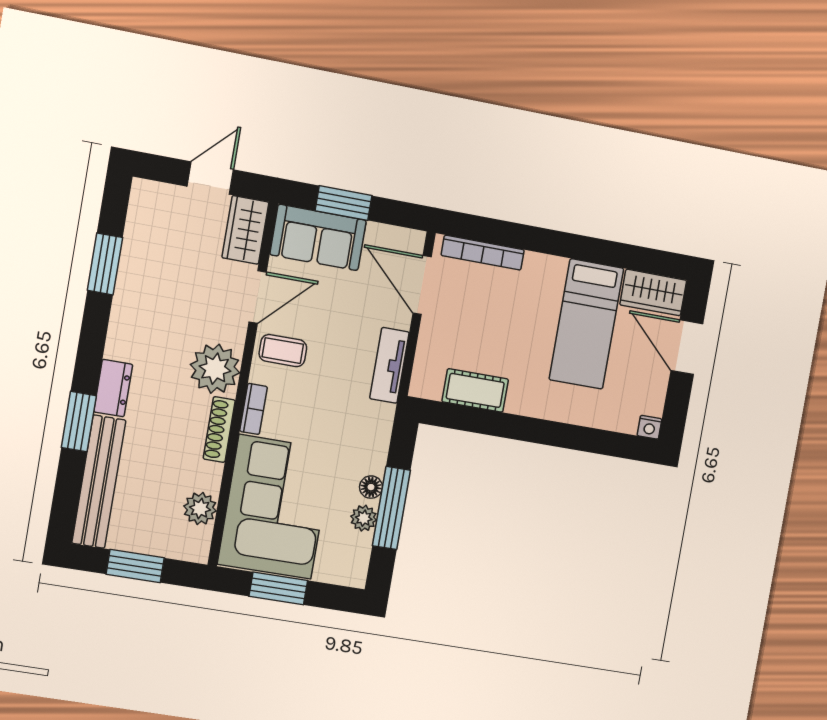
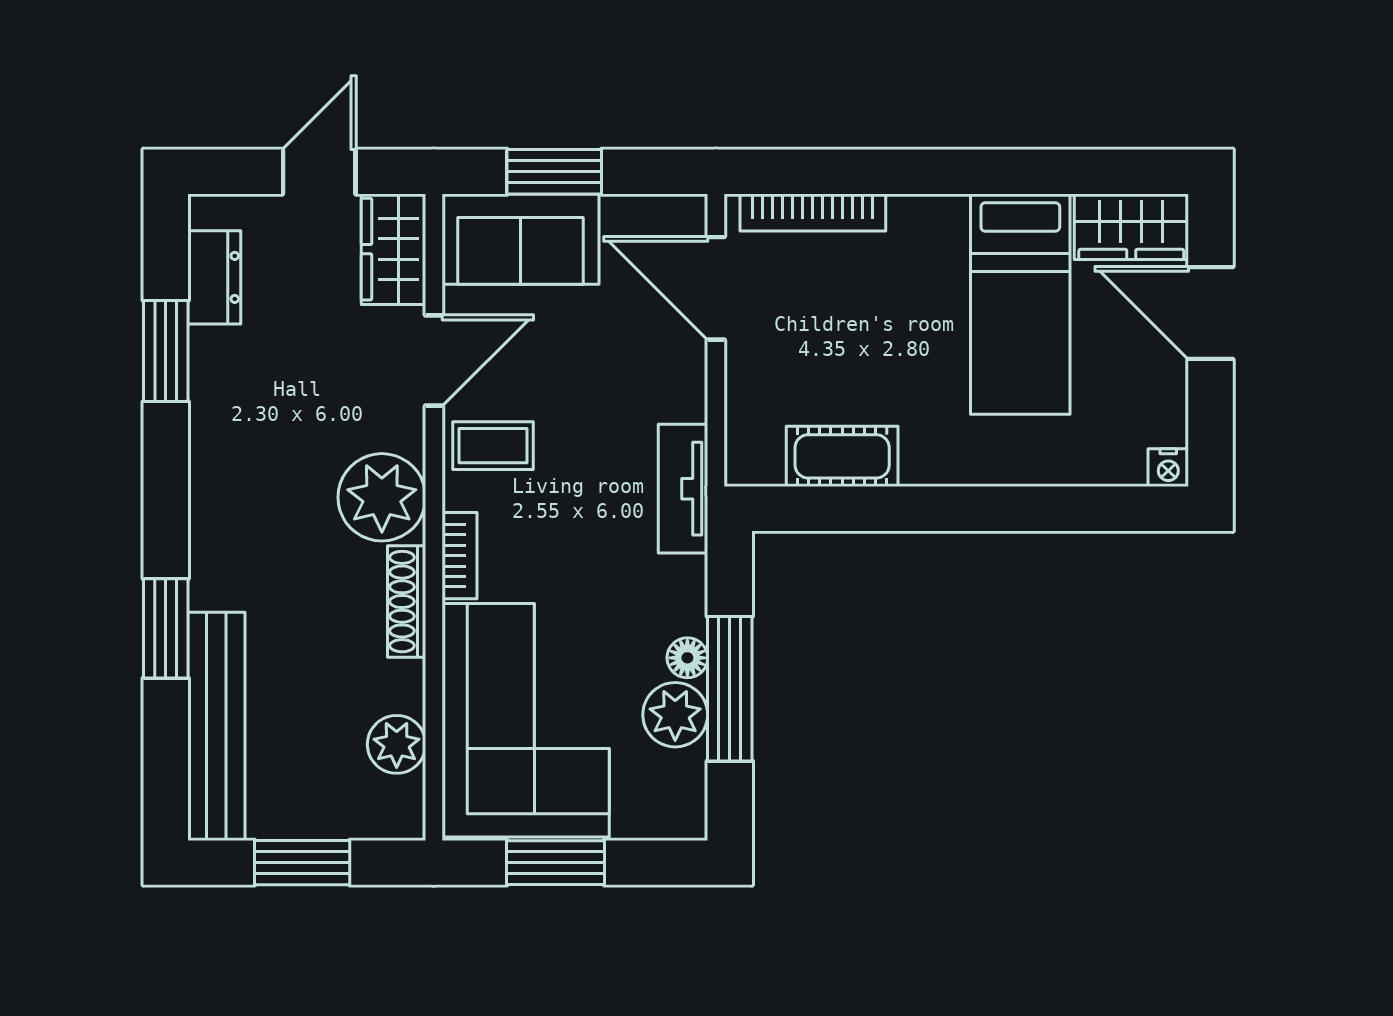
tv unit: (389, 365) -> (683, 489), moved
dresser: (113, 388) -> (214, 277), moved
plant: (364, 518) -> (675, 715), width x1.38, depth x1.38

